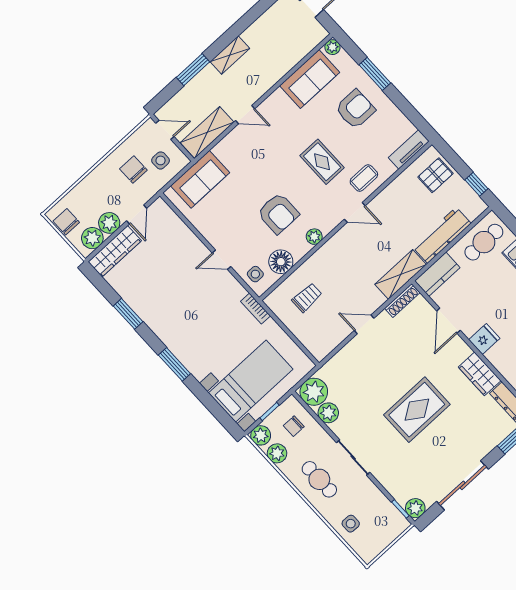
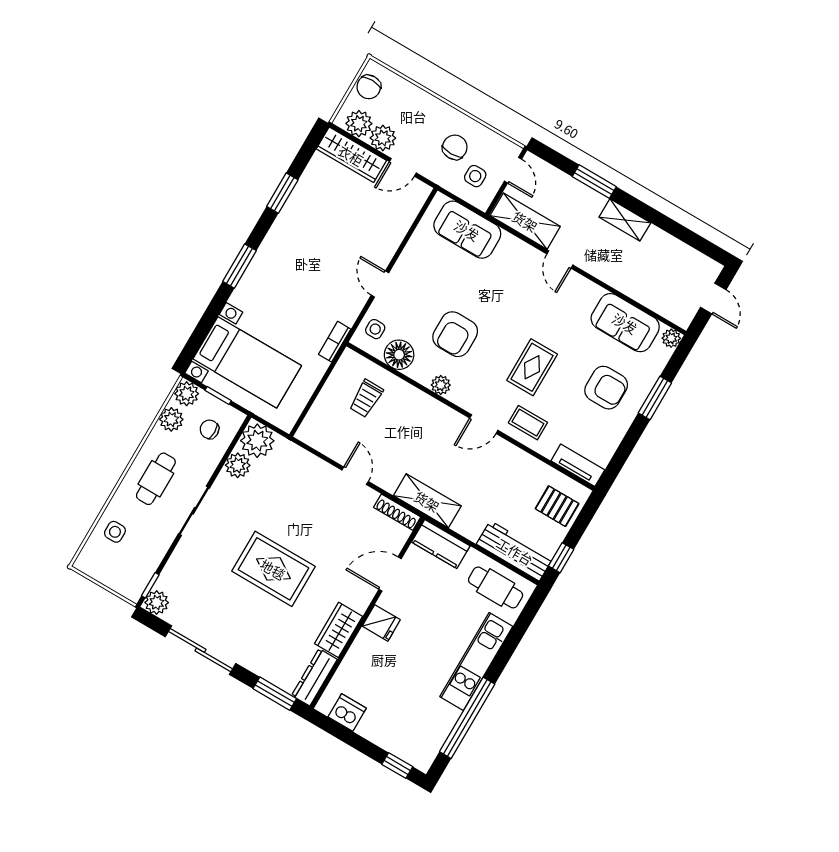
door: (355, 212) -> (484, 424), hinge flipped
chair: (66, 222) -> (369, 87), turned 180
workbench: (442, 235) -> (515, 551), moved
trolley: (307, 298) -> (366, 398), turned 90

